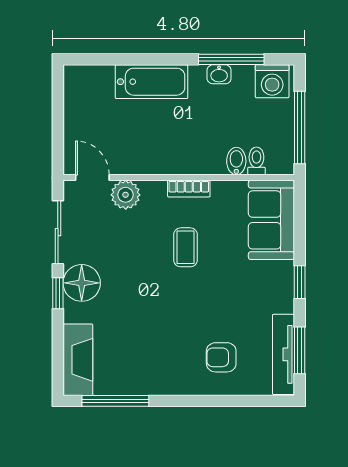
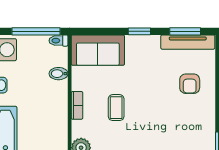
toilet: (256, 161) -> (58, 41), moved
coffee table: (186, 247) -> (116, 108), turned 90

